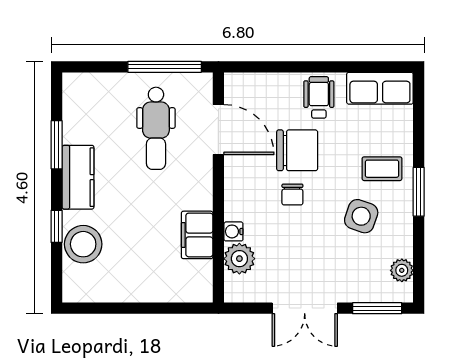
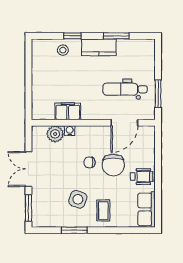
window: (165, 67) -> (158, 94), width x0.69
window: (419, 192) -> (74, 230), moved
stool: (83, 244) -> (63, 50), width x0.53, depth x0.53
plant: (402, 270) -> (49, 221), removed

